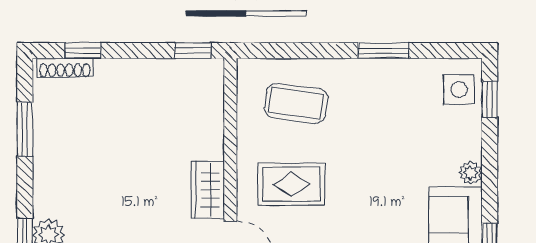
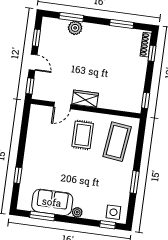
coffee table: (296, 103) -> (117, 142), width x1.36, depth x1.32

